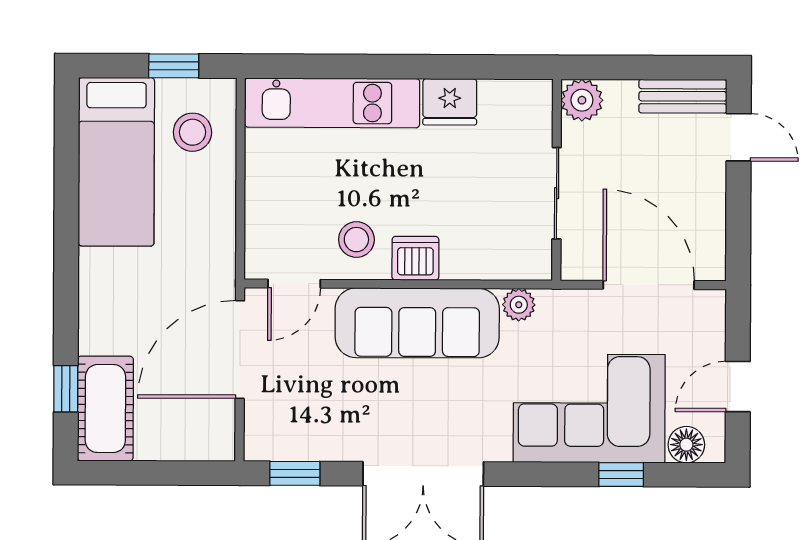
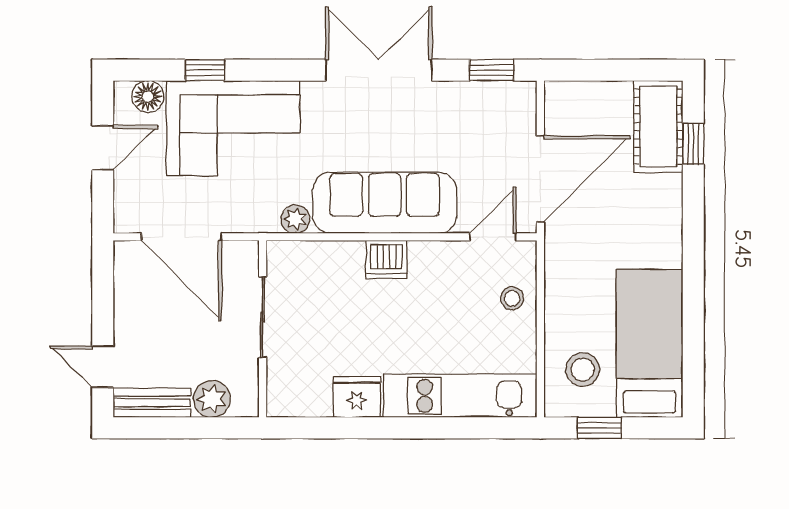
plant: (582, 100) -> (212, 399), moved
stool: (356, 240) -> (512, 298), moved, width x0.73, depth x0.73

